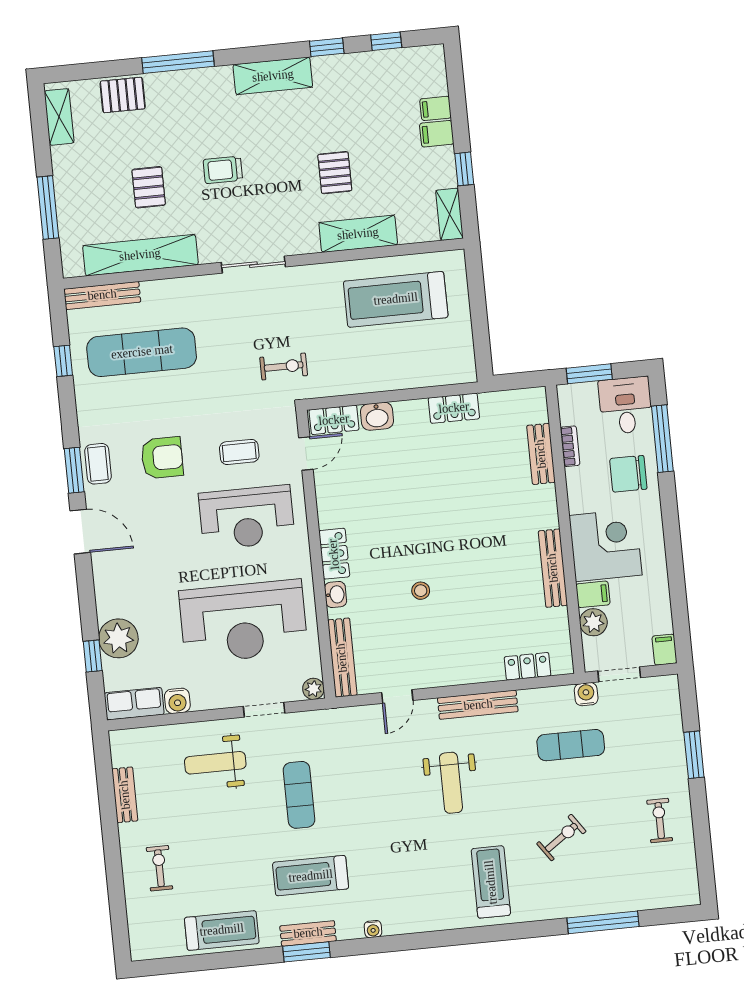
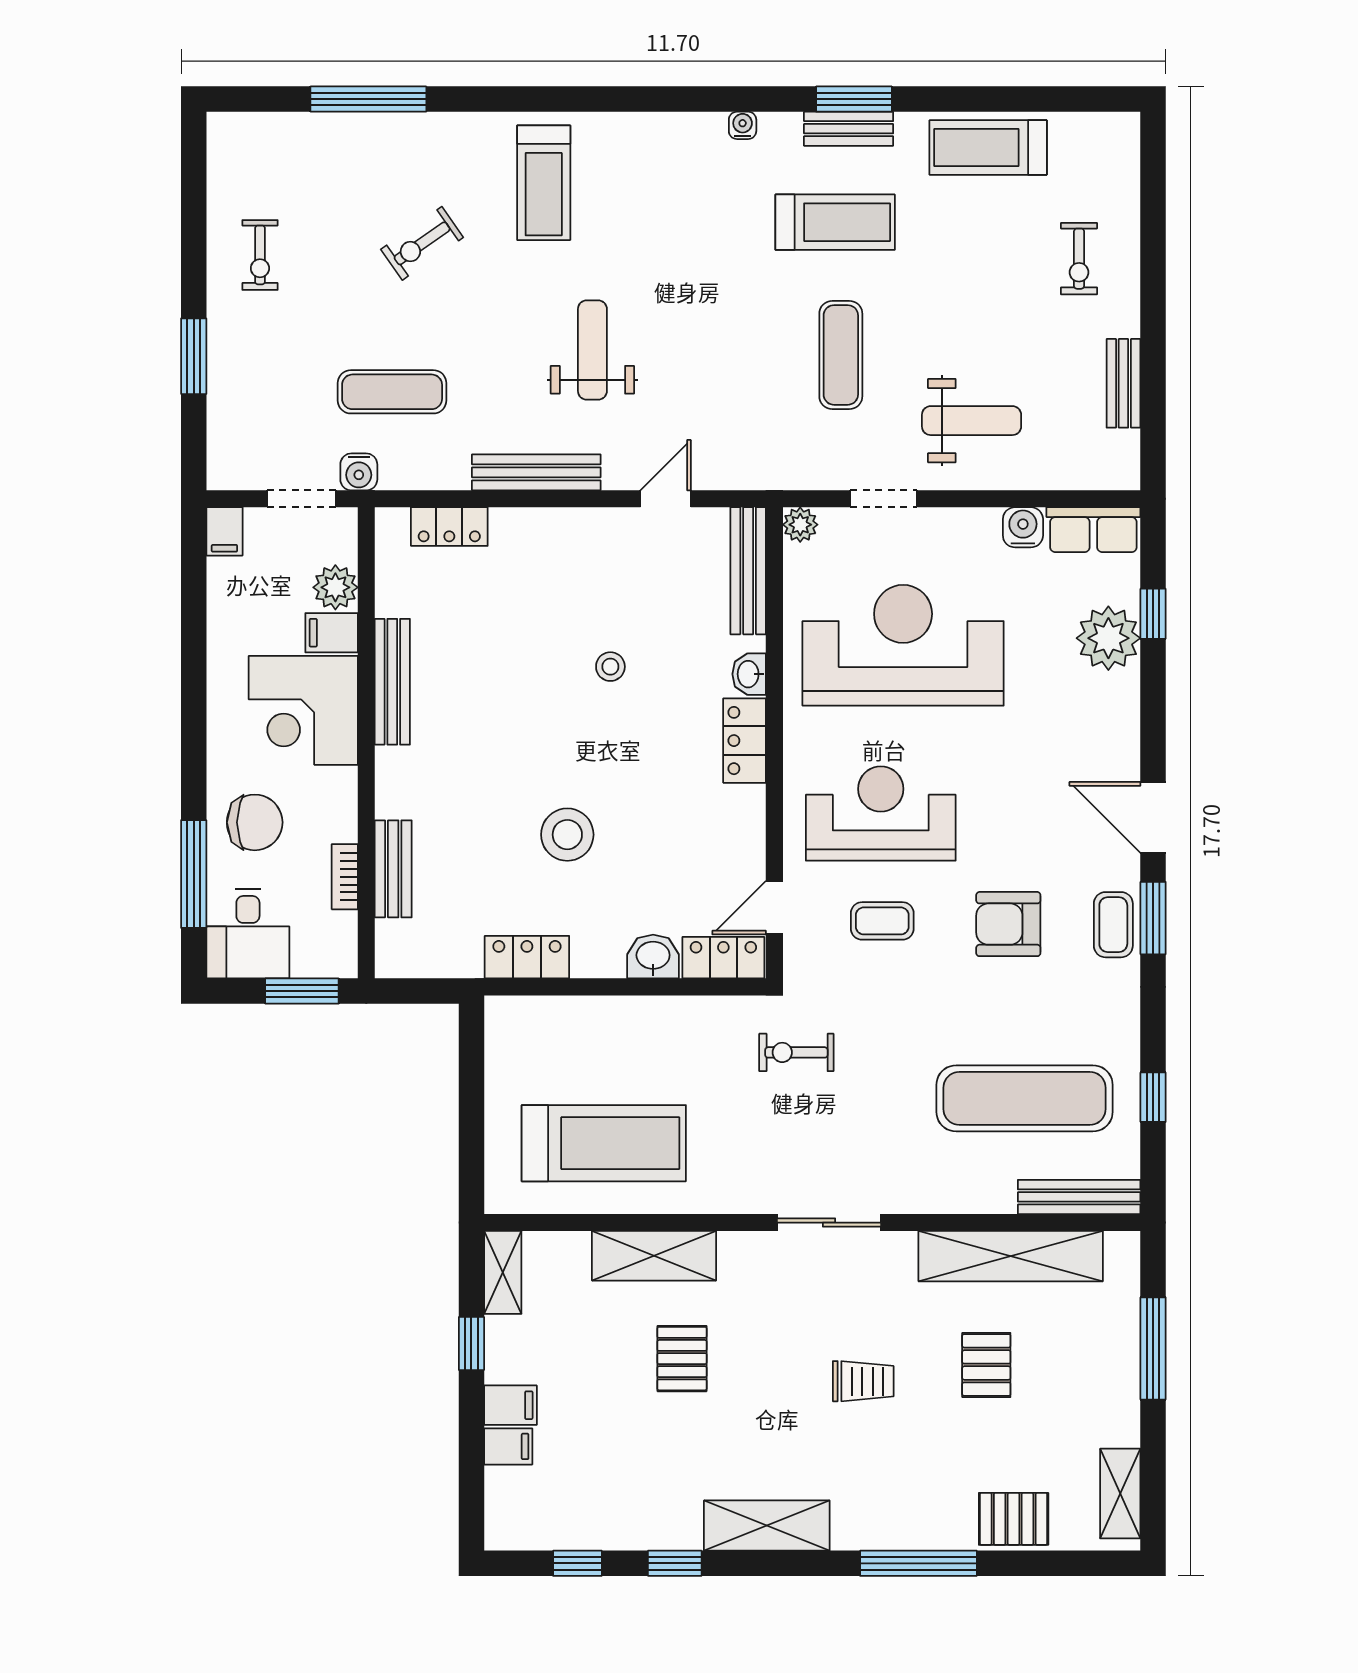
stool: (437, 485) -> (567, 835), added

